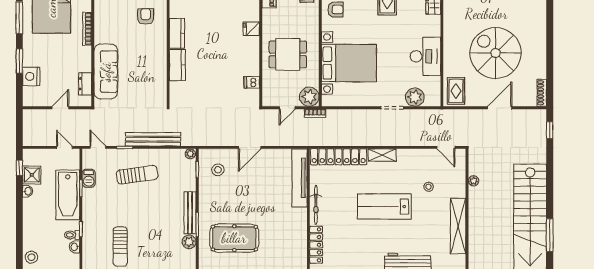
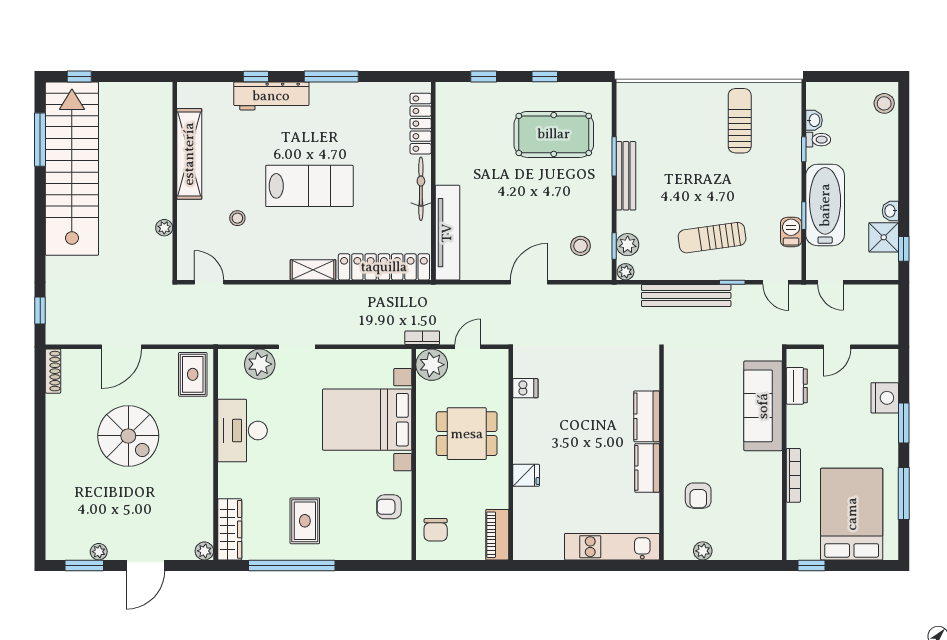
spiral stairs: (496, 53) -> (128, 436), width x0.73, depth x0.73
plant: (189, 242) -> (628, 245), moved

